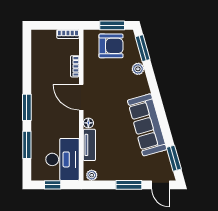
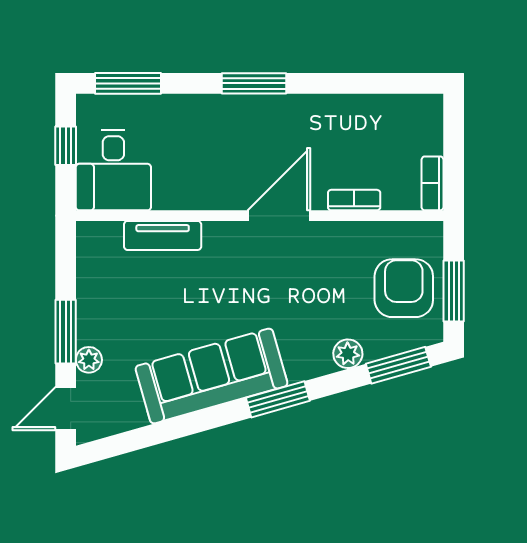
armchair: (111, 46) -> (404, 288), turned 180
floor lamp: (88, 123) -> (216, 233), removed
window: (27, 145) -> (128, 83), moved
window: (174, 158) -> (278, 399), moved
desk: (63, 159) -> (113, 170), width x0.73
plant: (92, 175) -> (89, 360), moved

